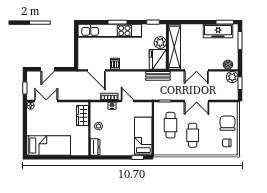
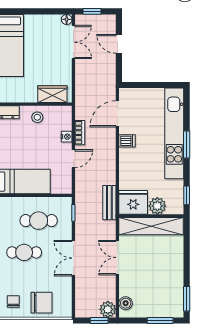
freezer: (218, 31) -> (174, 289), removed

